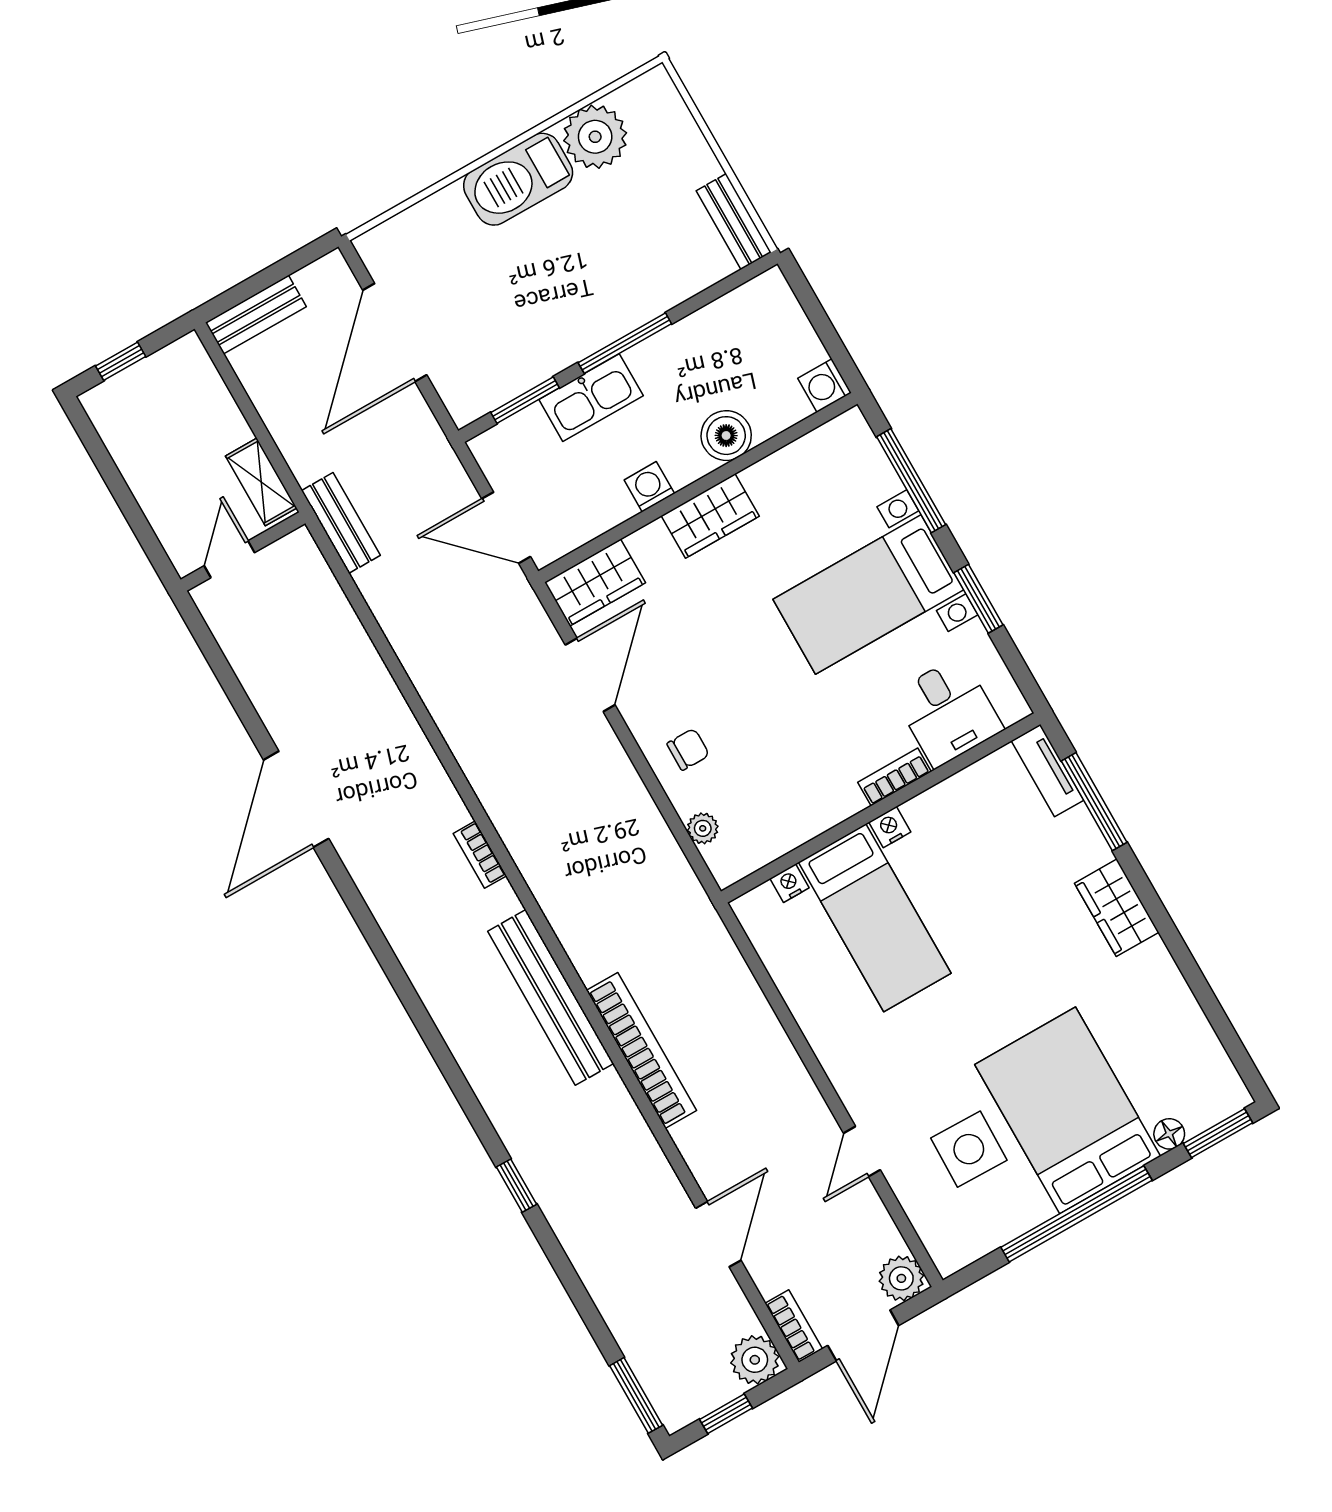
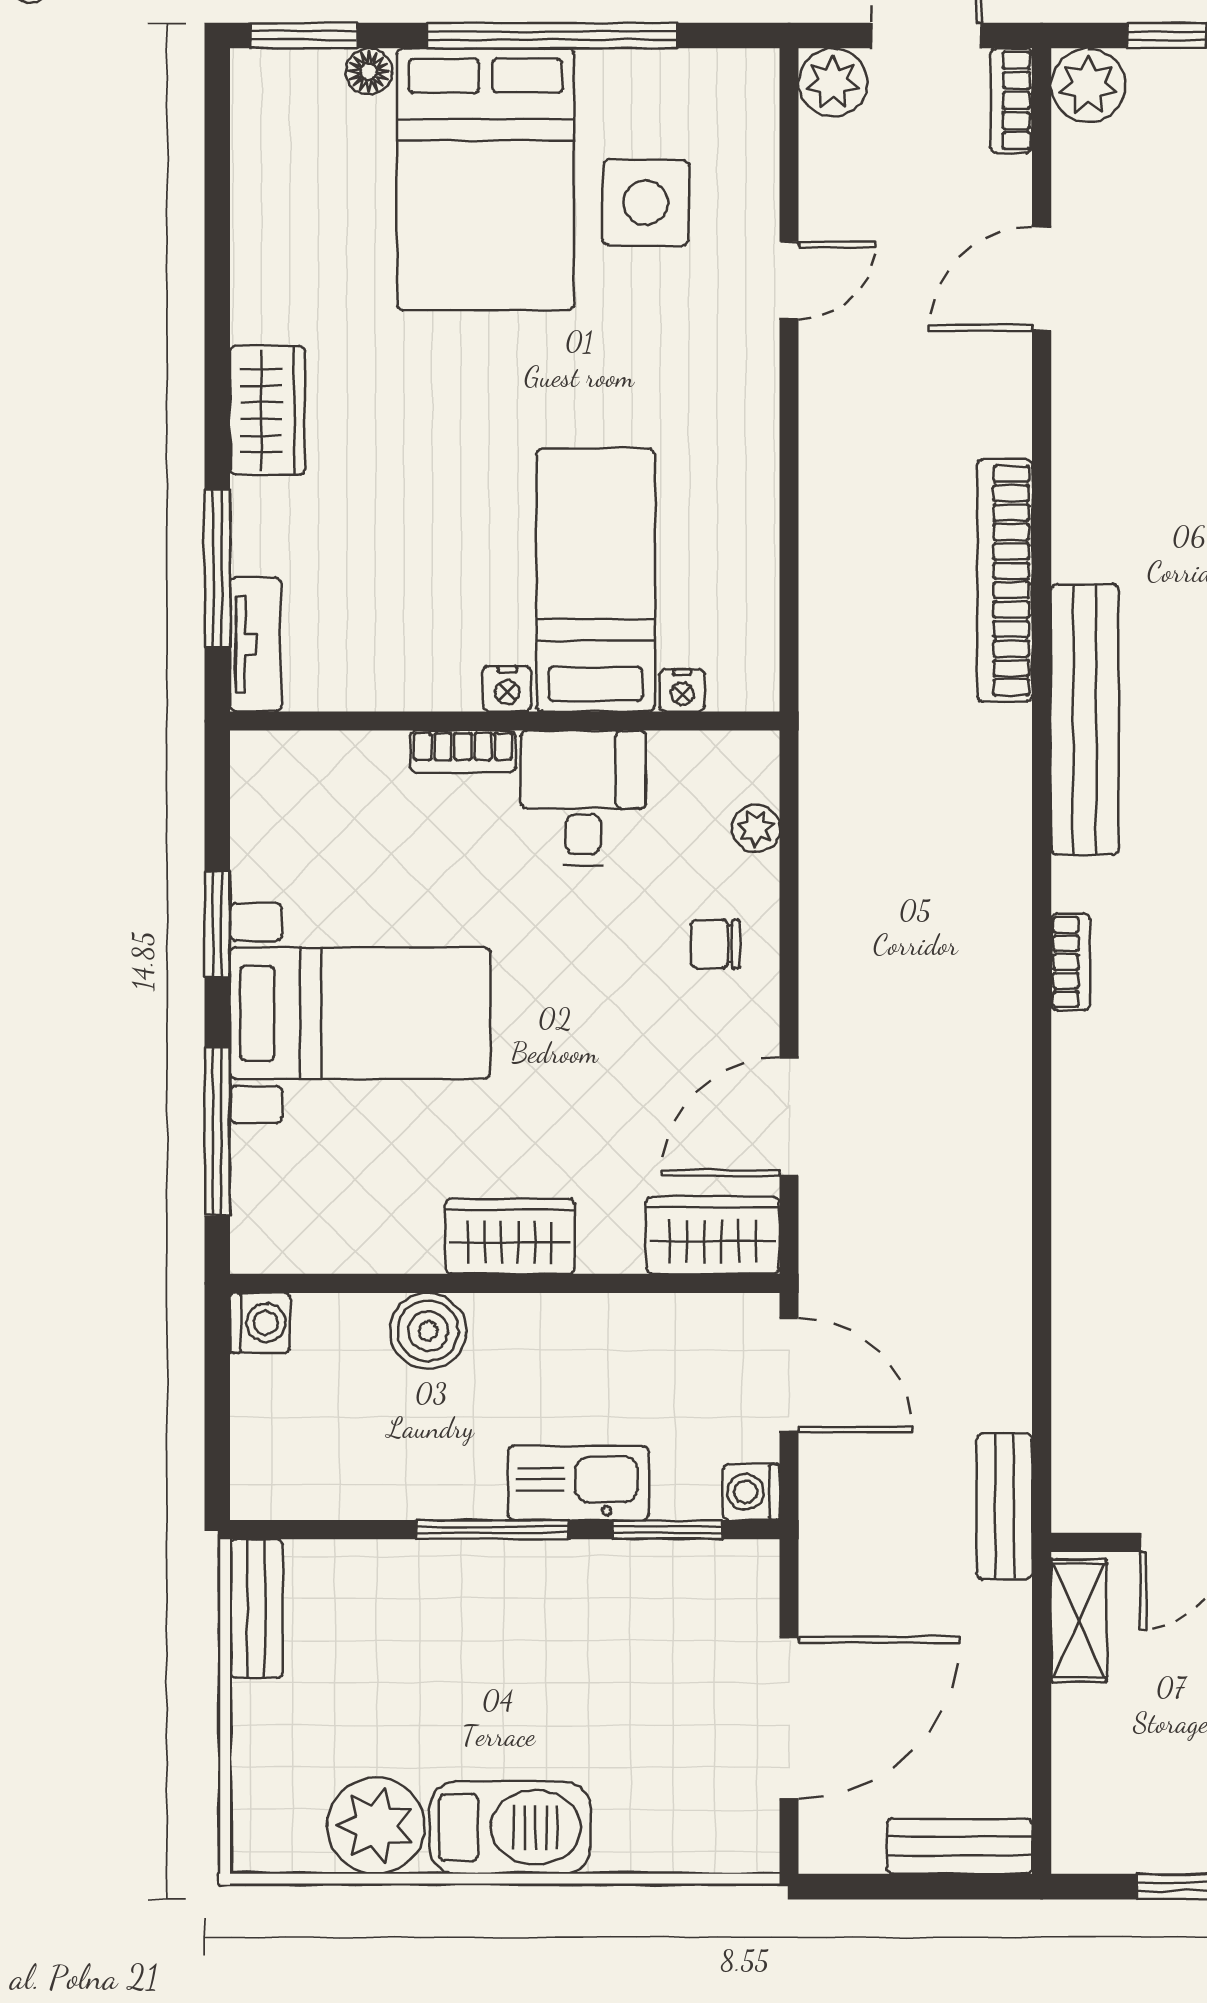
washing machine: (649, 487) -> (751, 1492), moved, turned 90
desk: (948, 712) -> (583, 798), moved

